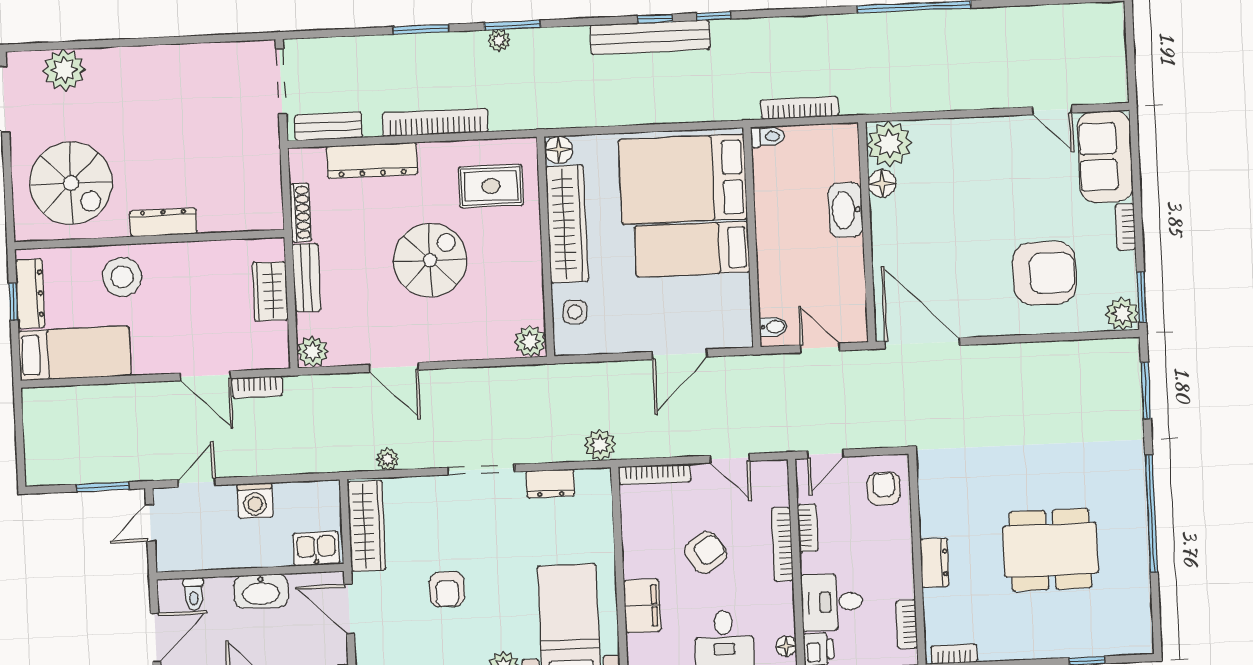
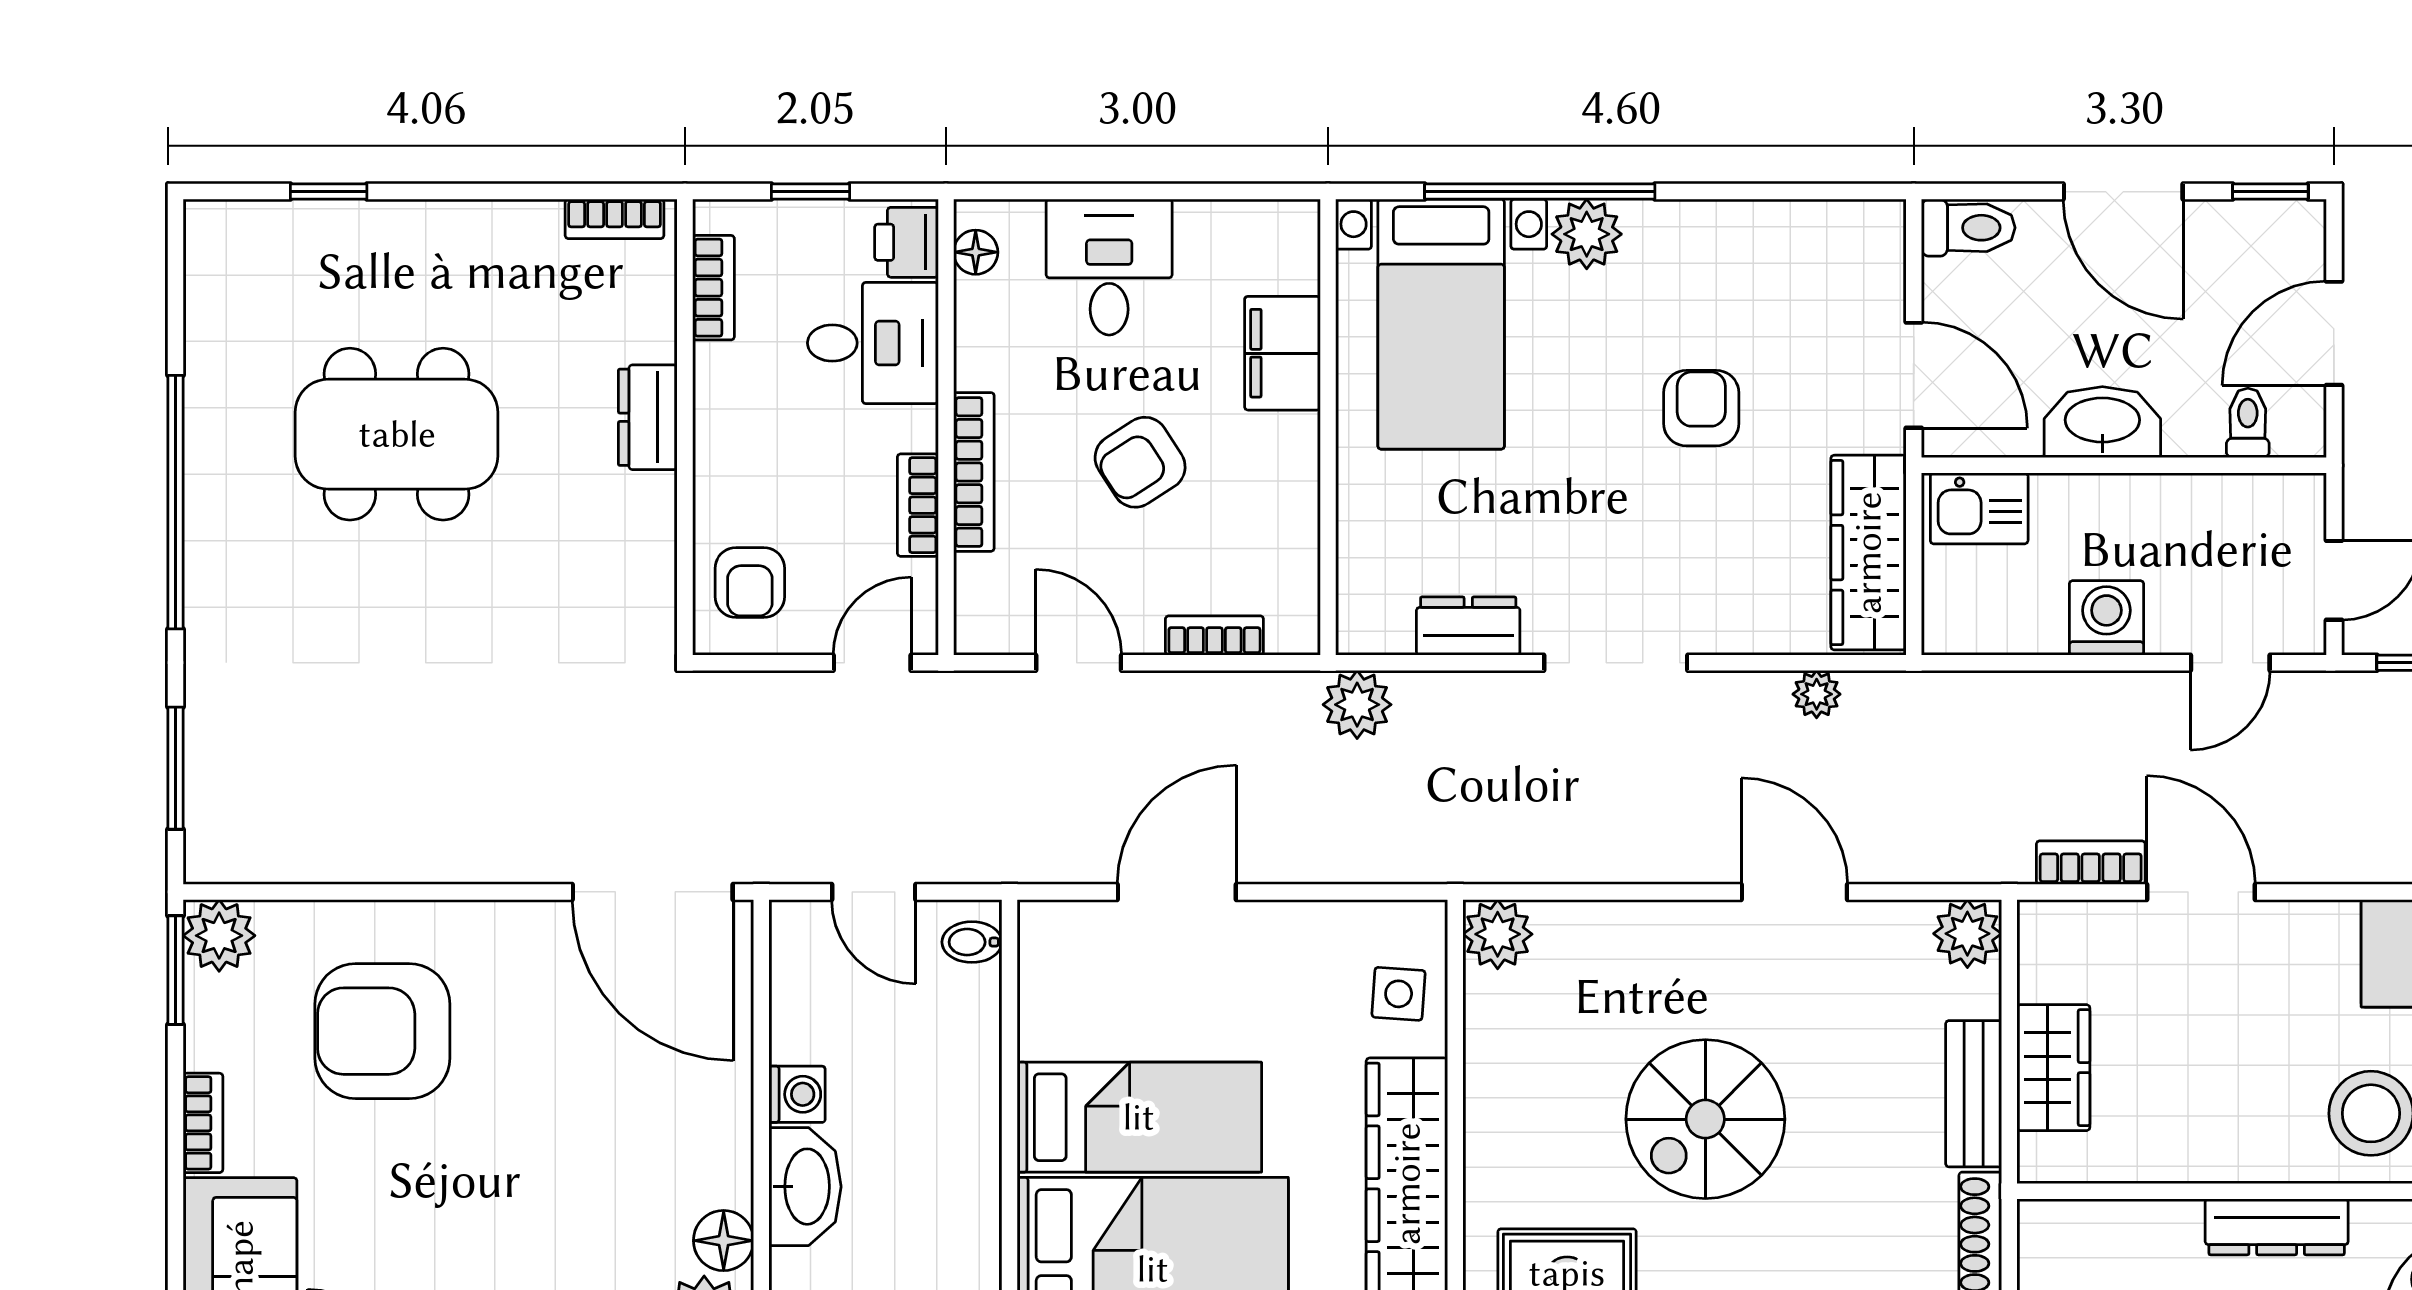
washing machine: (851, 253) -> (797, 1094), added
bookcase: (655, 474) -> (1214, 635), width x0.64

